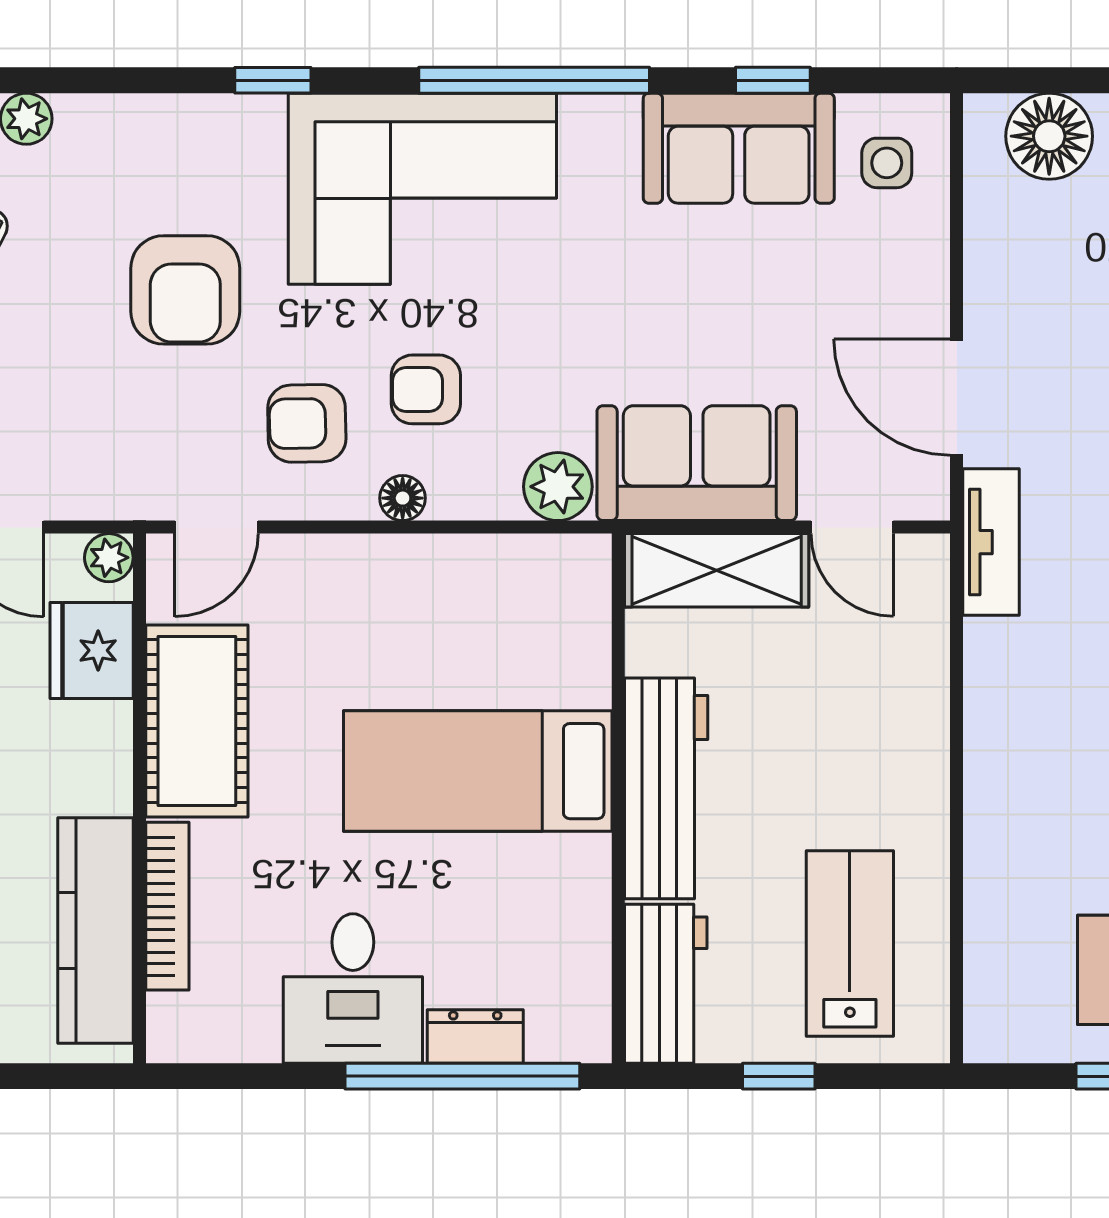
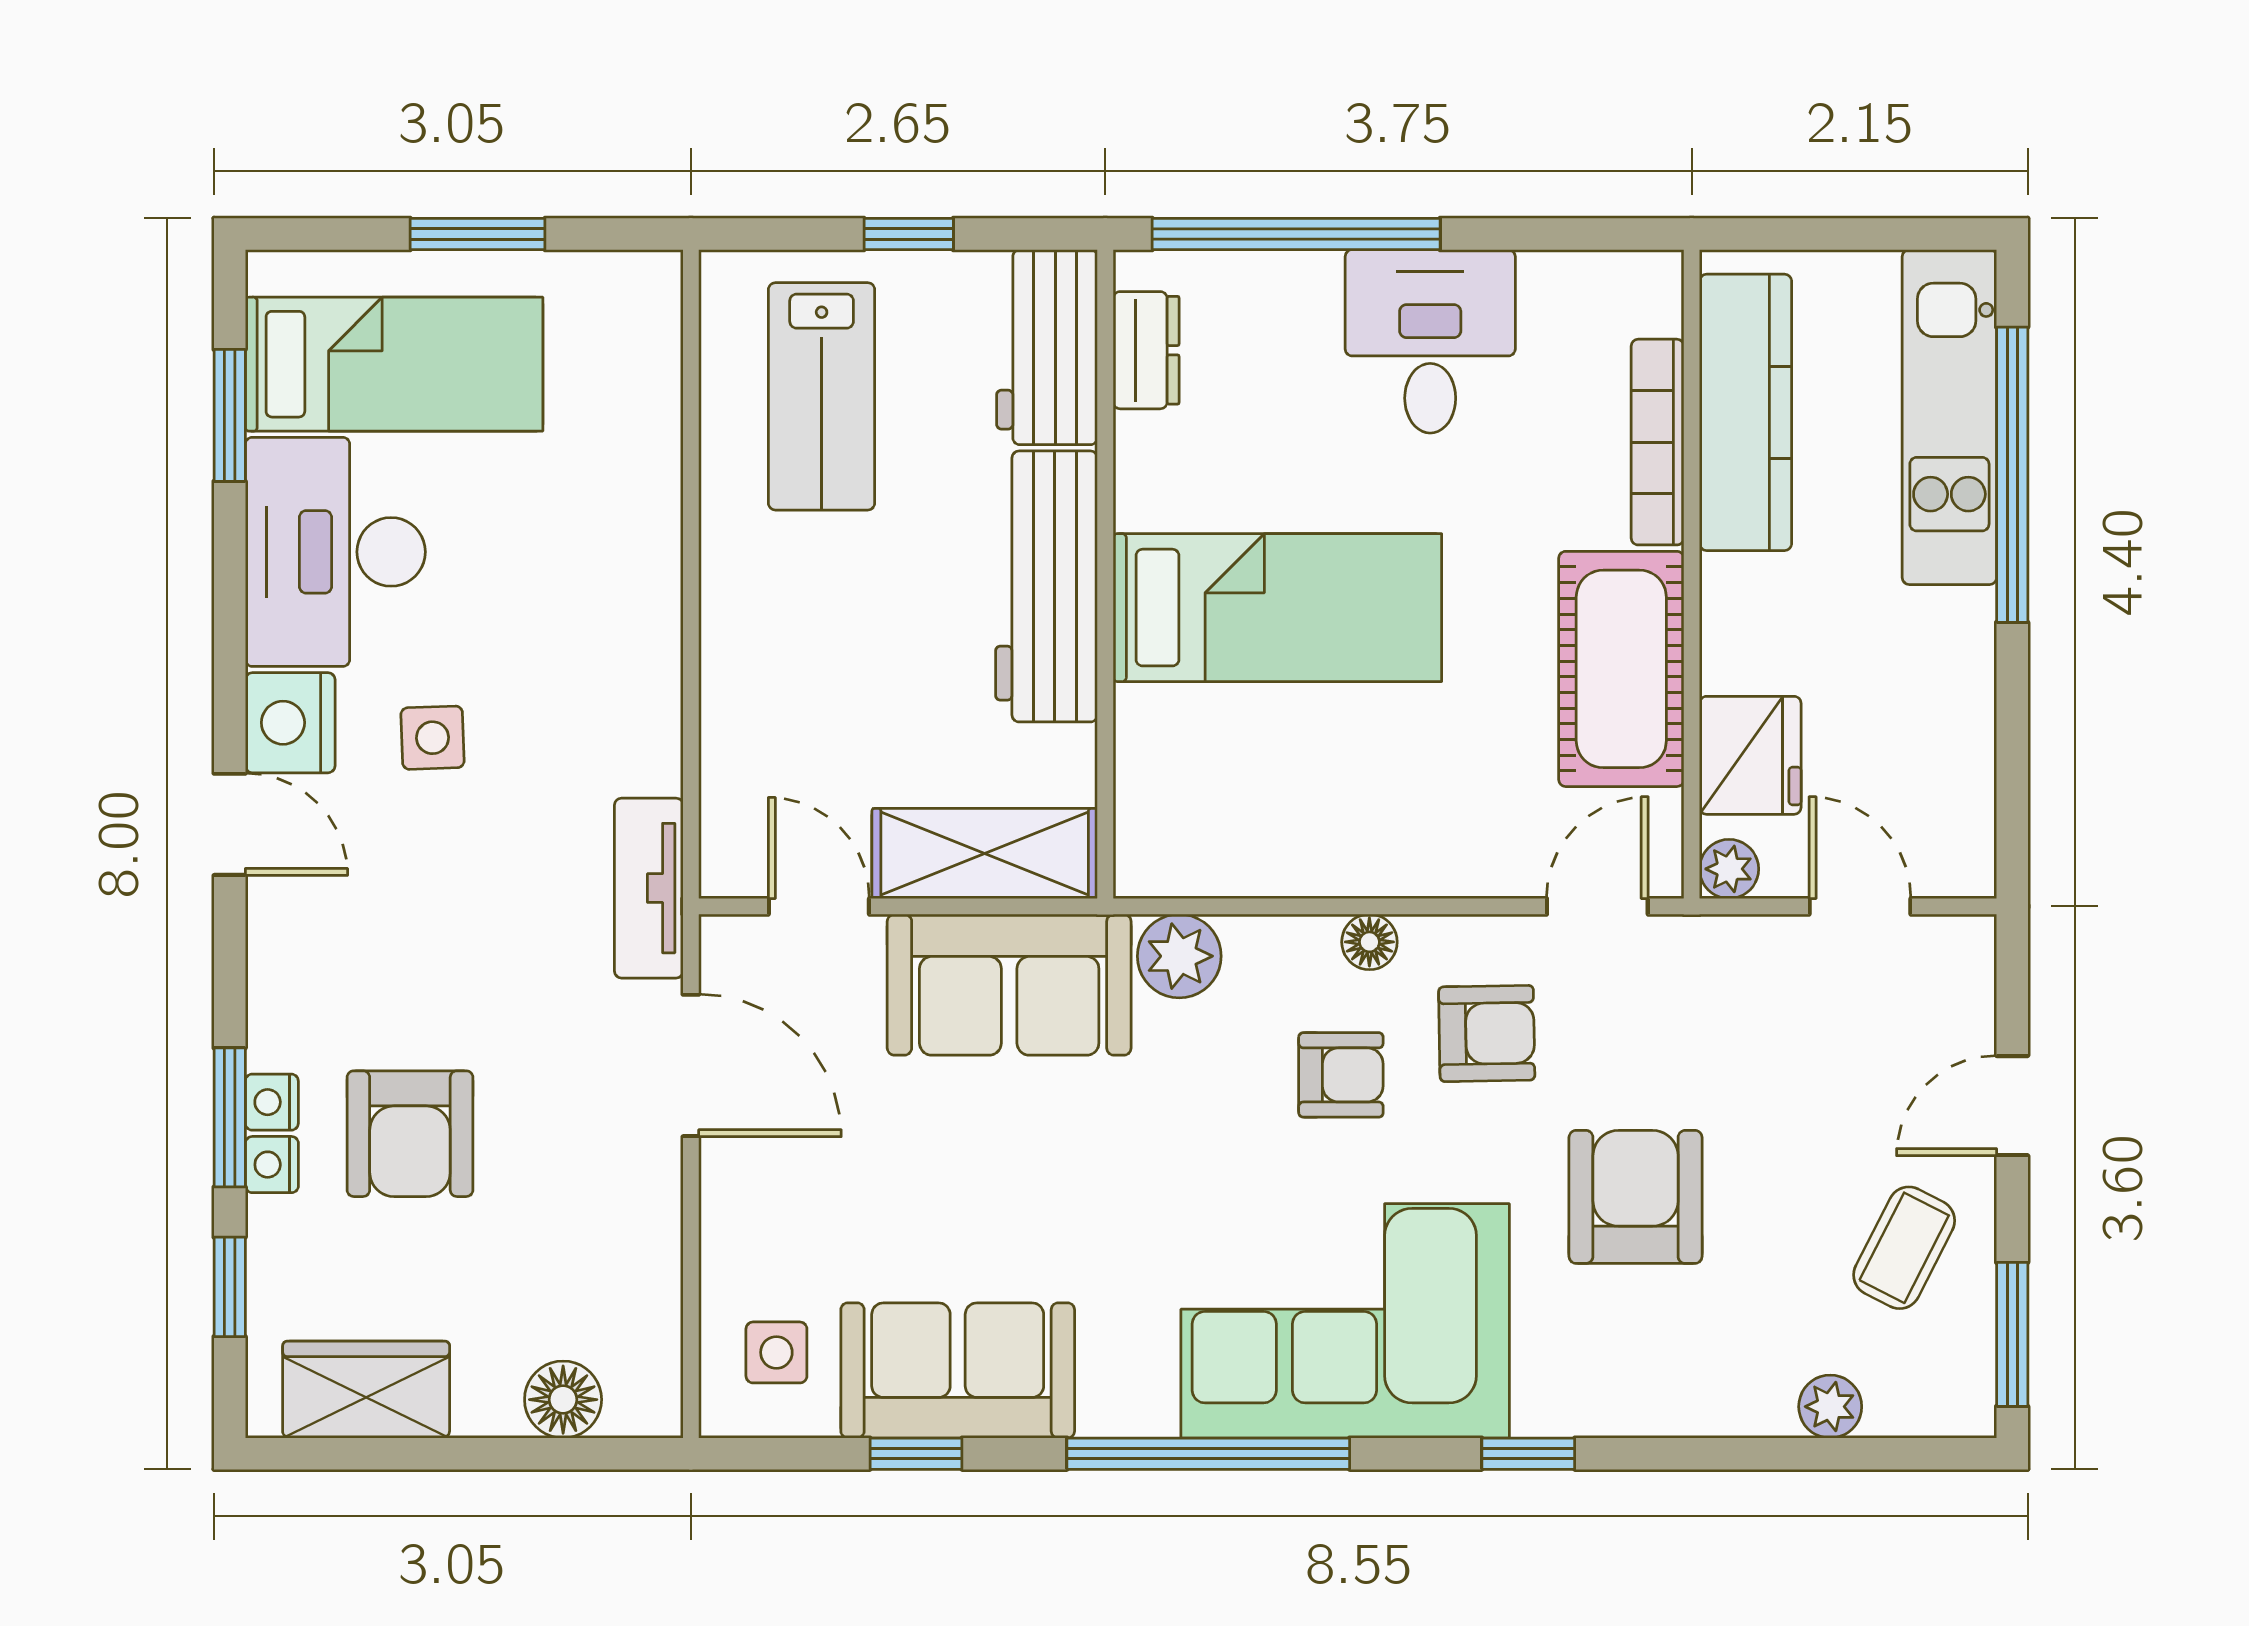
floor lamp: (1049, 136) -> (563, 1400), width x0.73, depth x0.73
dresser: (475, 1036) -> (1146, 350), moved, turned -90

